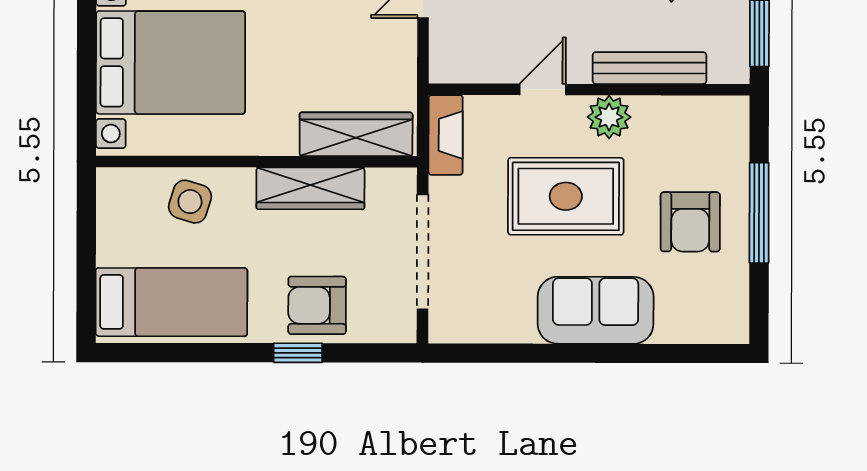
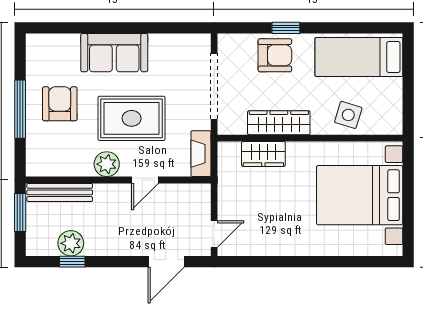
bench: (650, 68) -> (60, 192), moved
wardrobe: (356, 134) -> (263, 154), width x0.67

